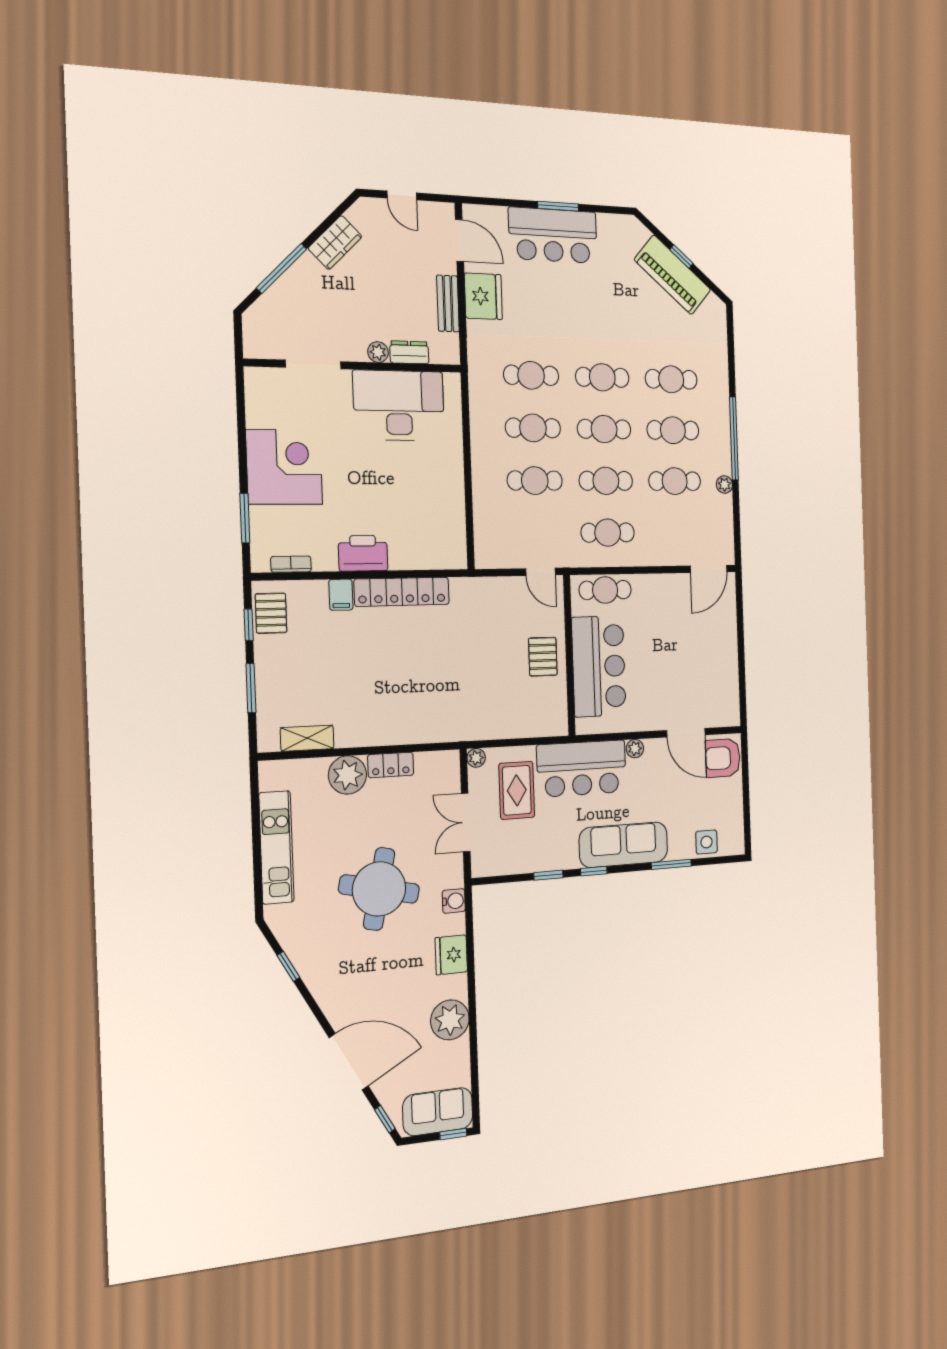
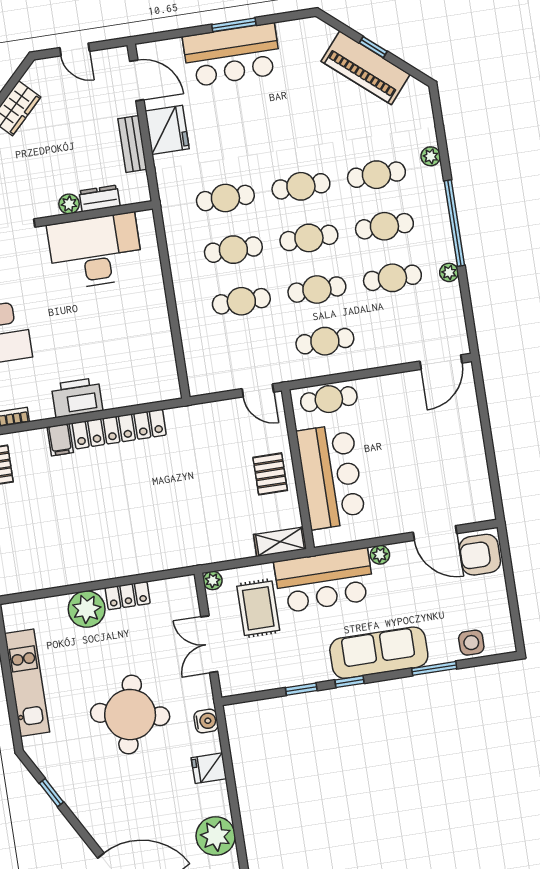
plant: (720, 371) -> (431, 156), added
shelving: (307, 738) -> (280, 542), moved
fridge: (451, 955) -> (209, 768), width x0.72

